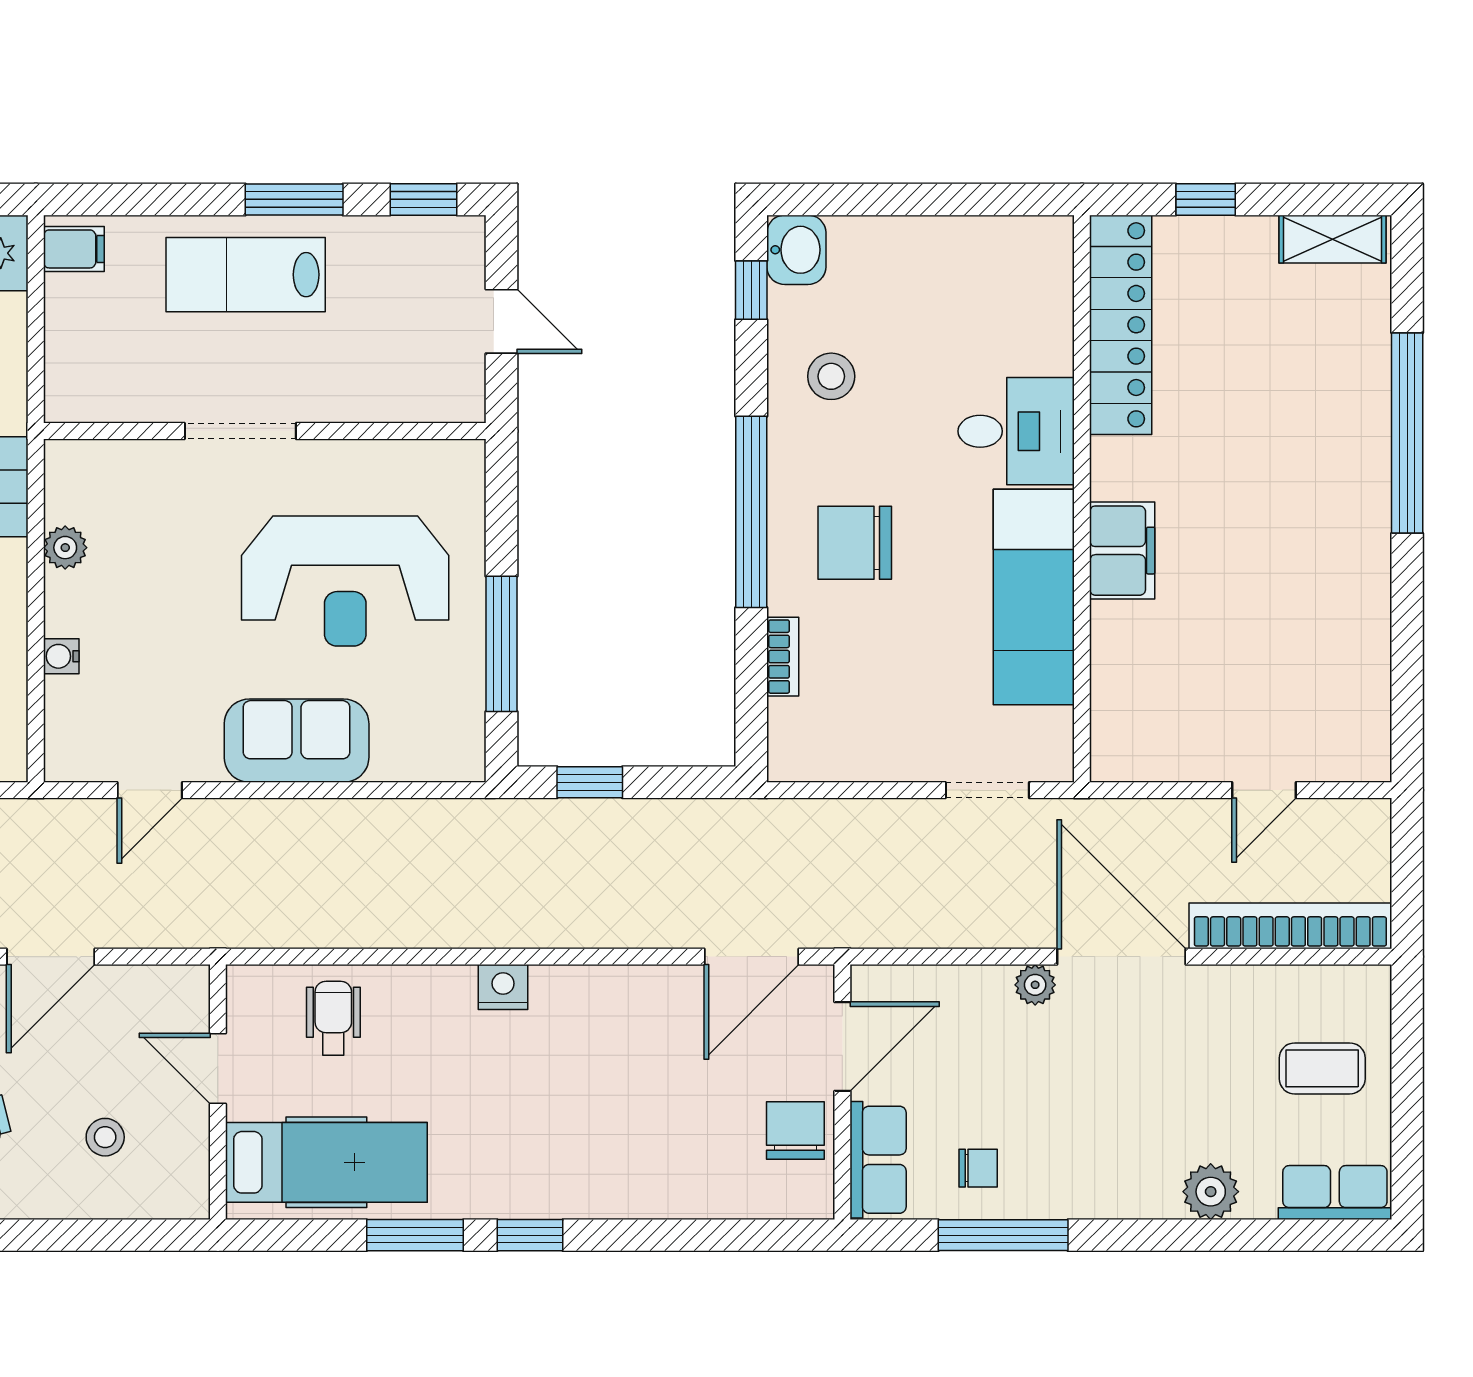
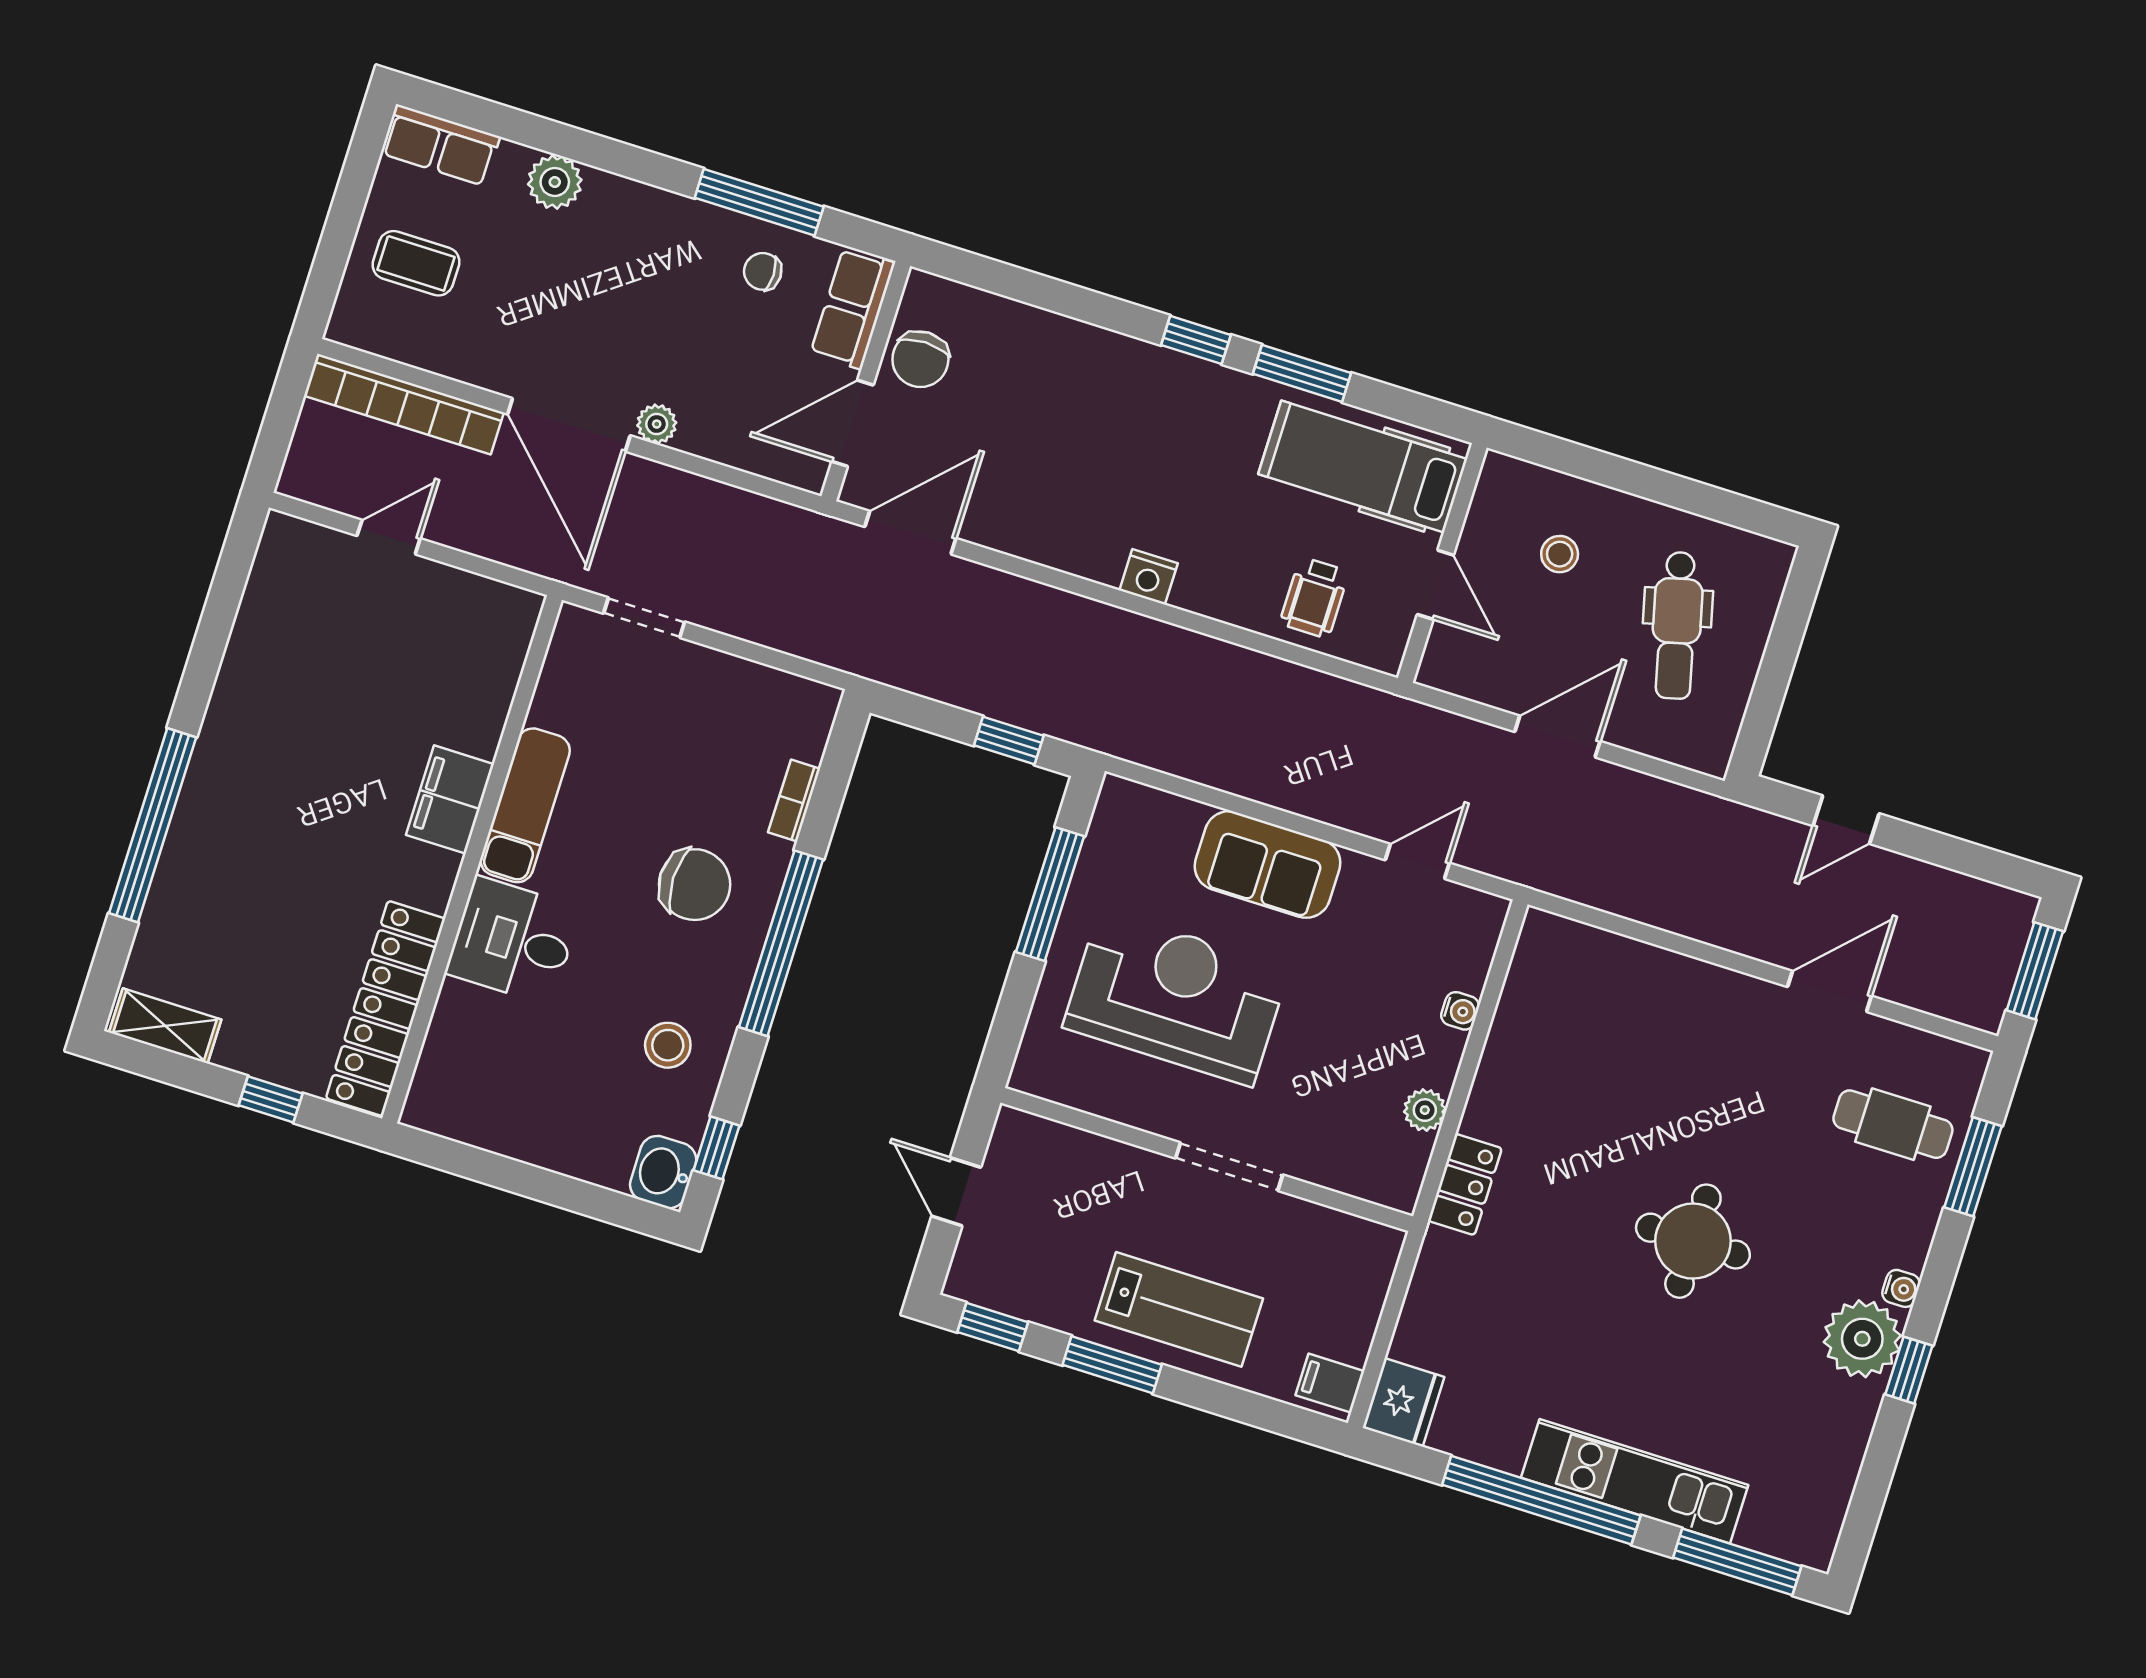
exam couch: (1034, 597) -> (525, 805), width x0.73, depth x0.69

